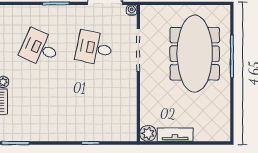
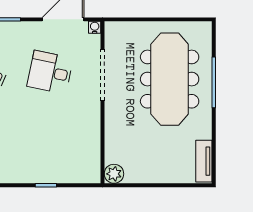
tv unit: (175, 135) -> (204, 161), moved, turned -90

